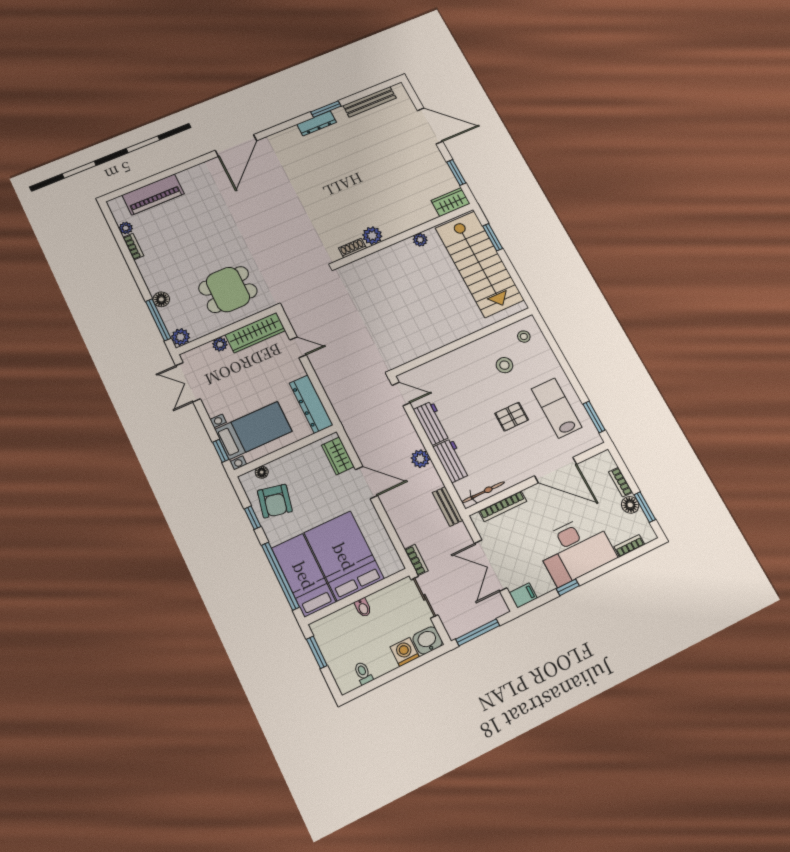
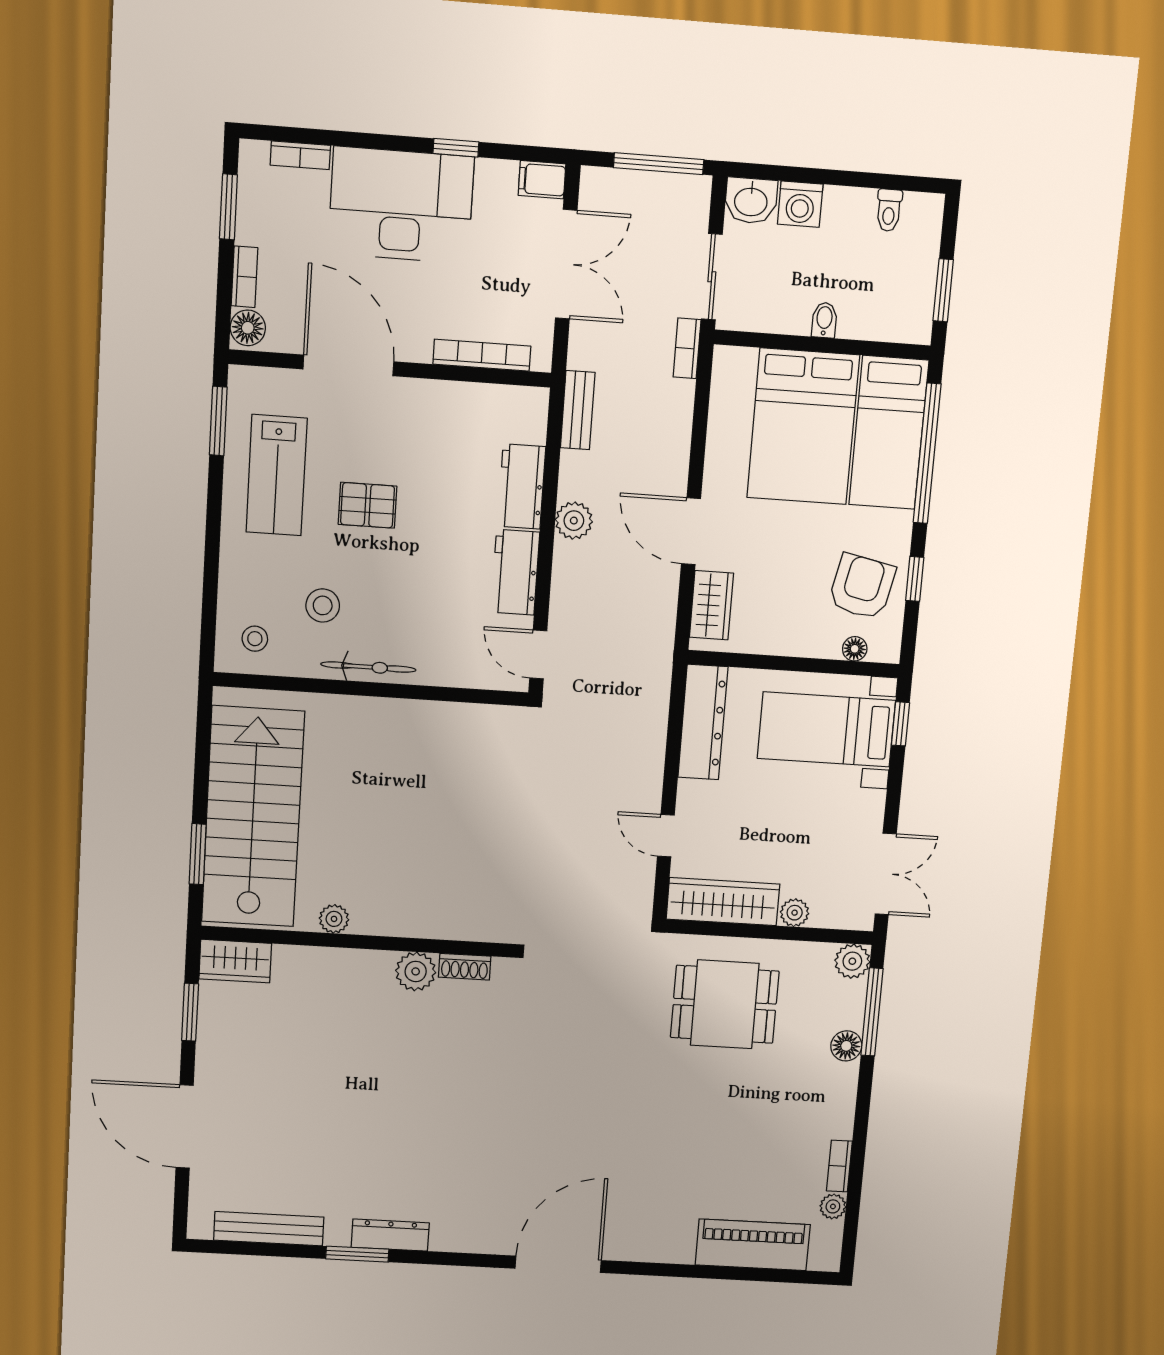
bicycle: (483, 492) -> (368, 667), moved, turned 180
floor lamp: (630, 505) -> (248, 328), moved

